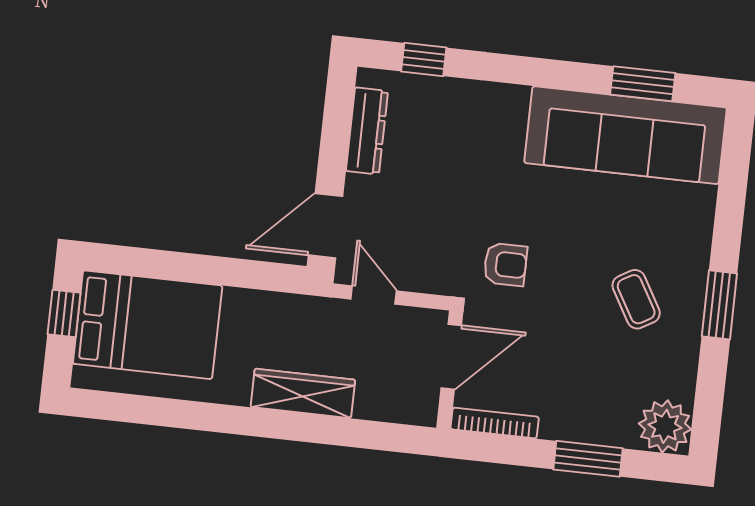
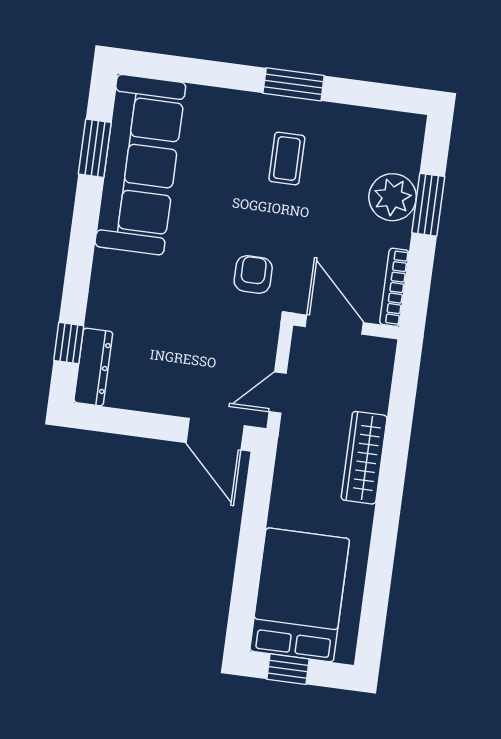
dresser: (367, 131) -> (93, 367), moved, turned 90
coffee table: (636, 299) -> (287, 158), turned -60
plant: (665, 426) -> (393, 197), moved

